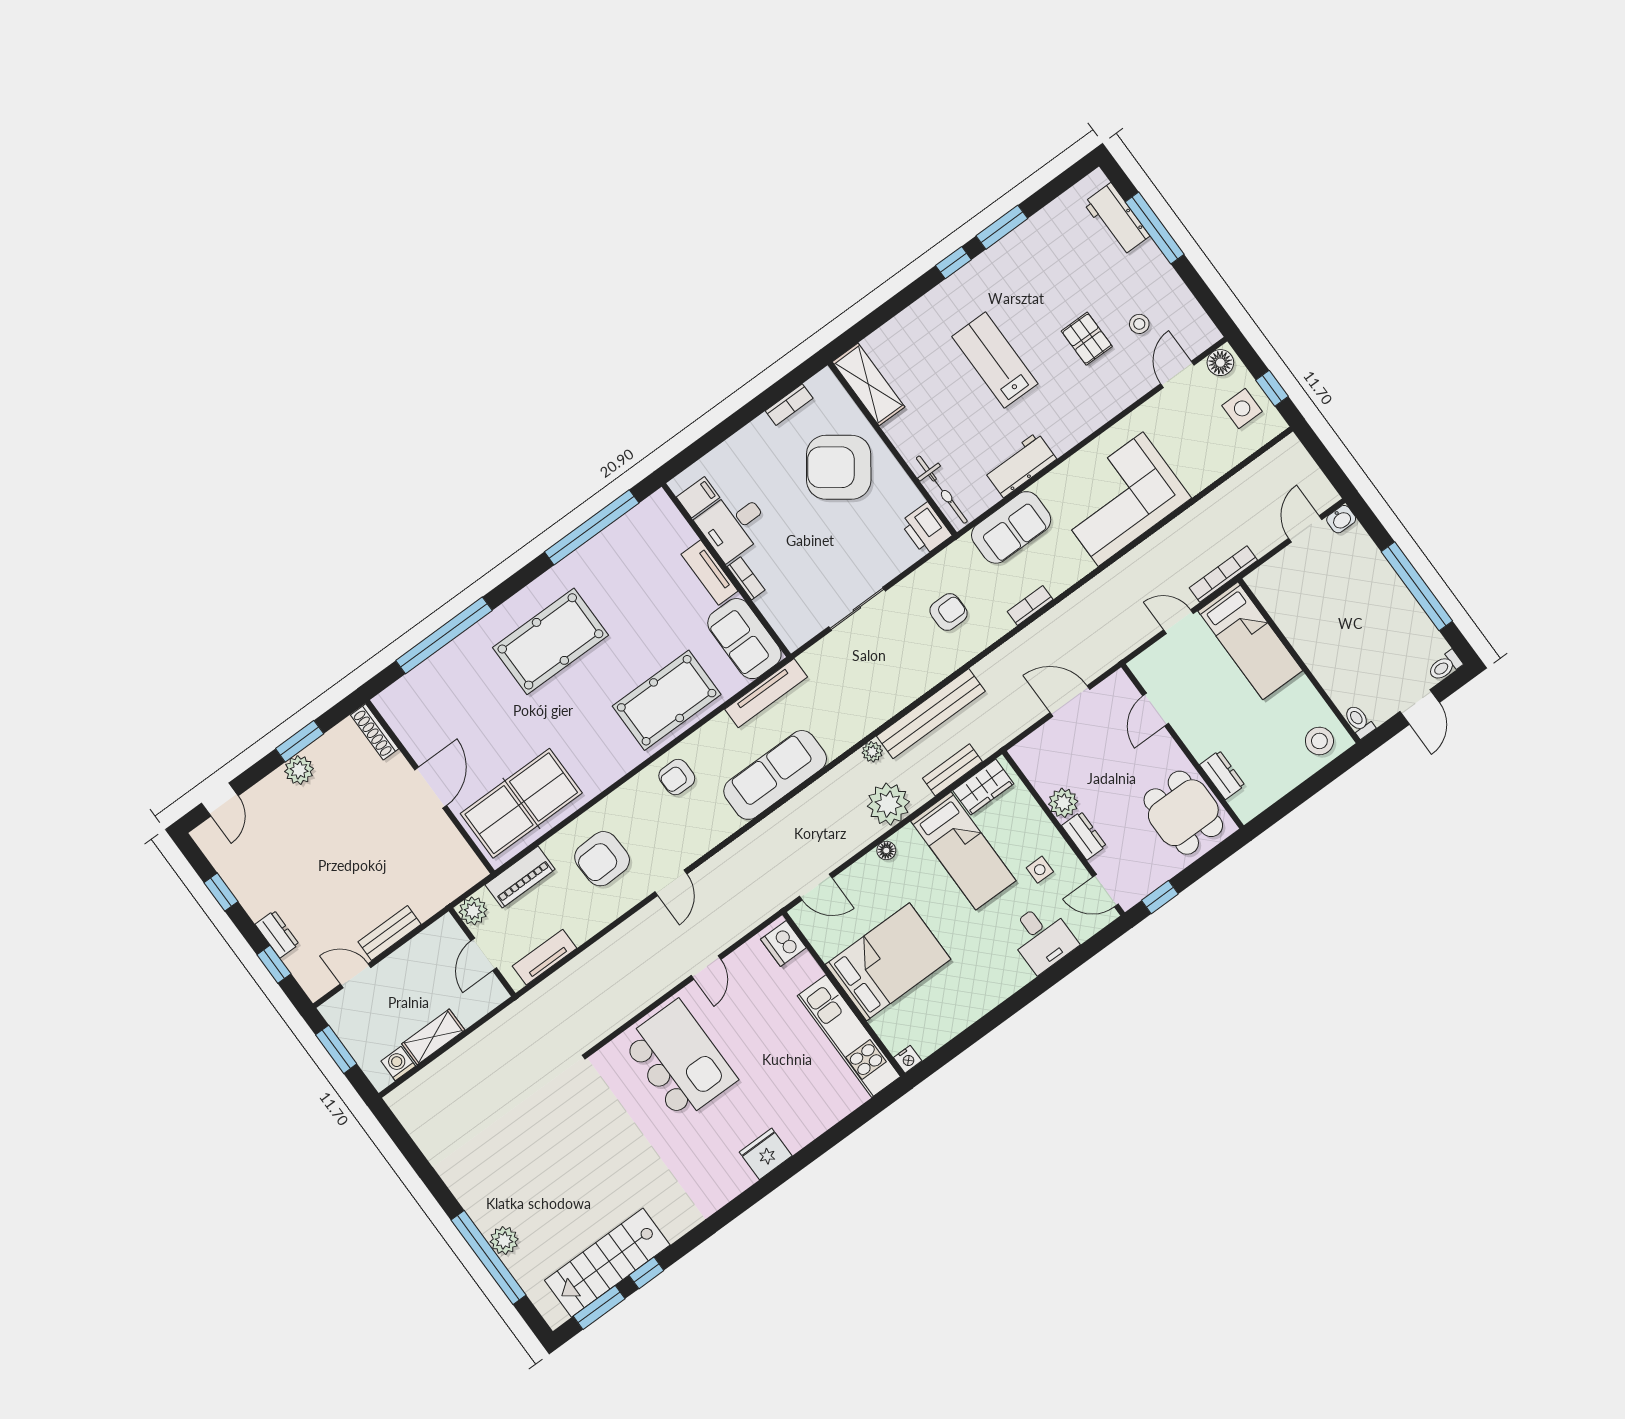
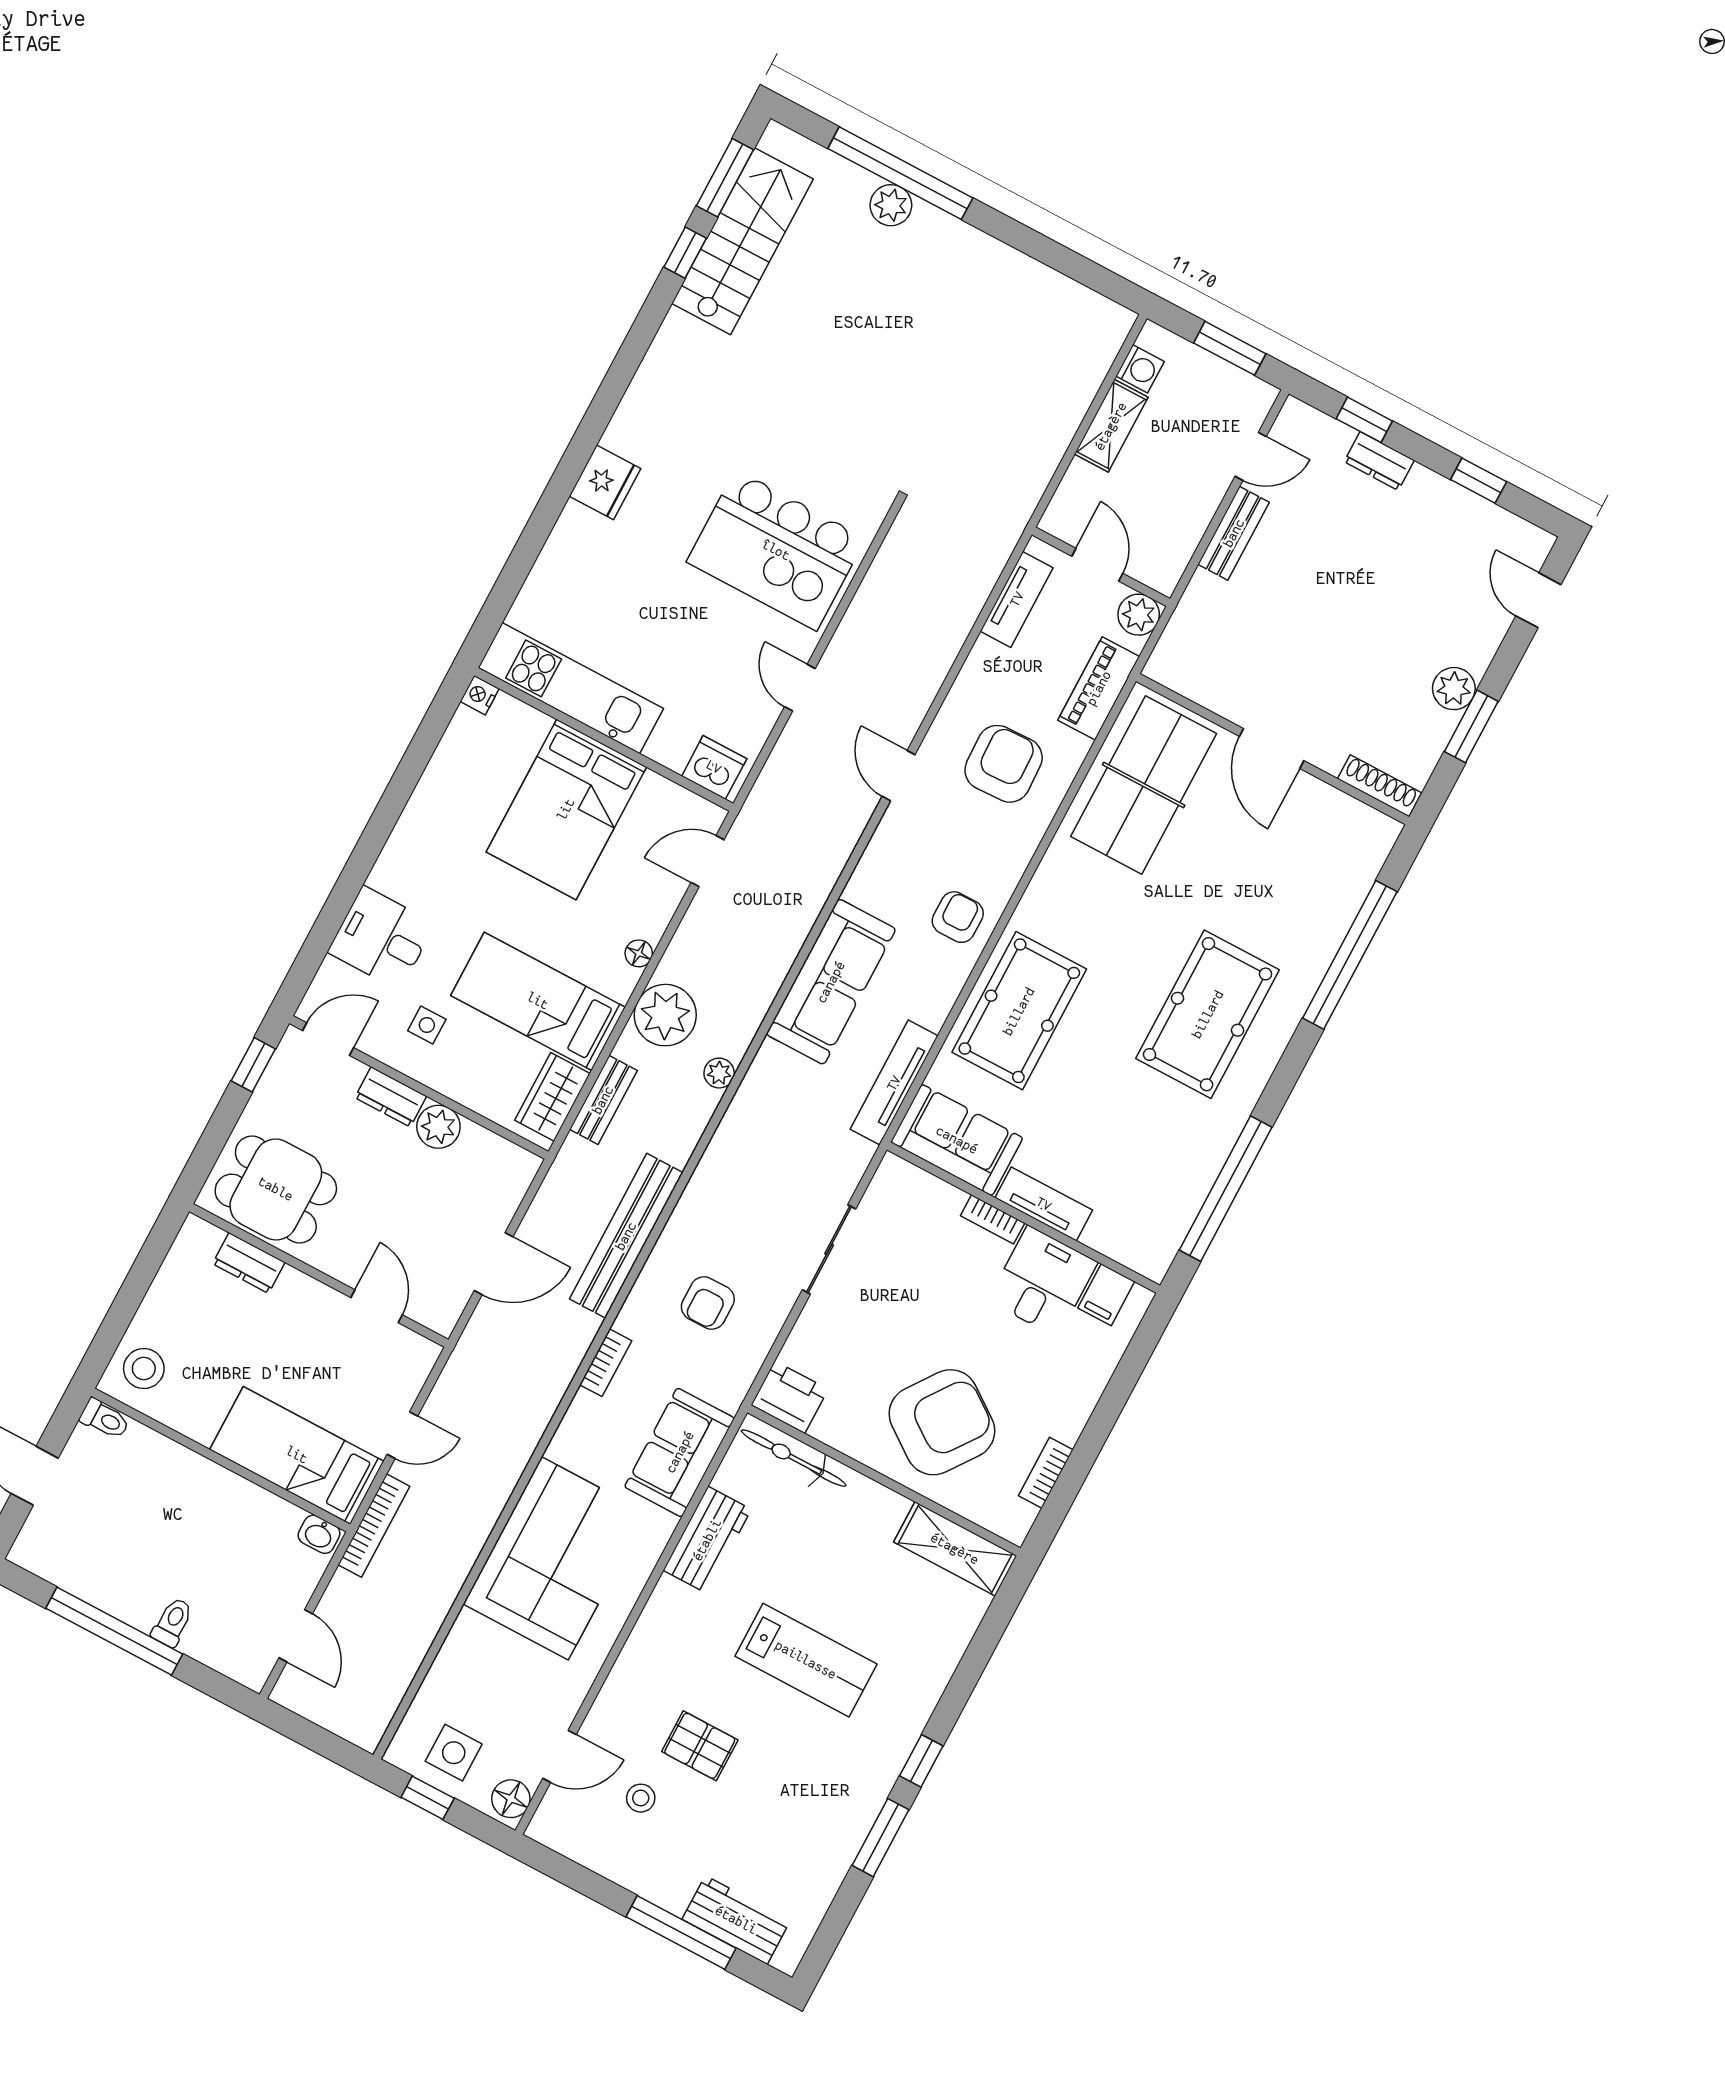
door: (1177, 374) -> (559, 1756), hinge flipped
washbasin: (1341, 519) -> (319, 1534), moved, turned -90
toilet: (1445, 666) -> (173, 1622), moved
bench: (931, 714) -> (626, 1236), moved

